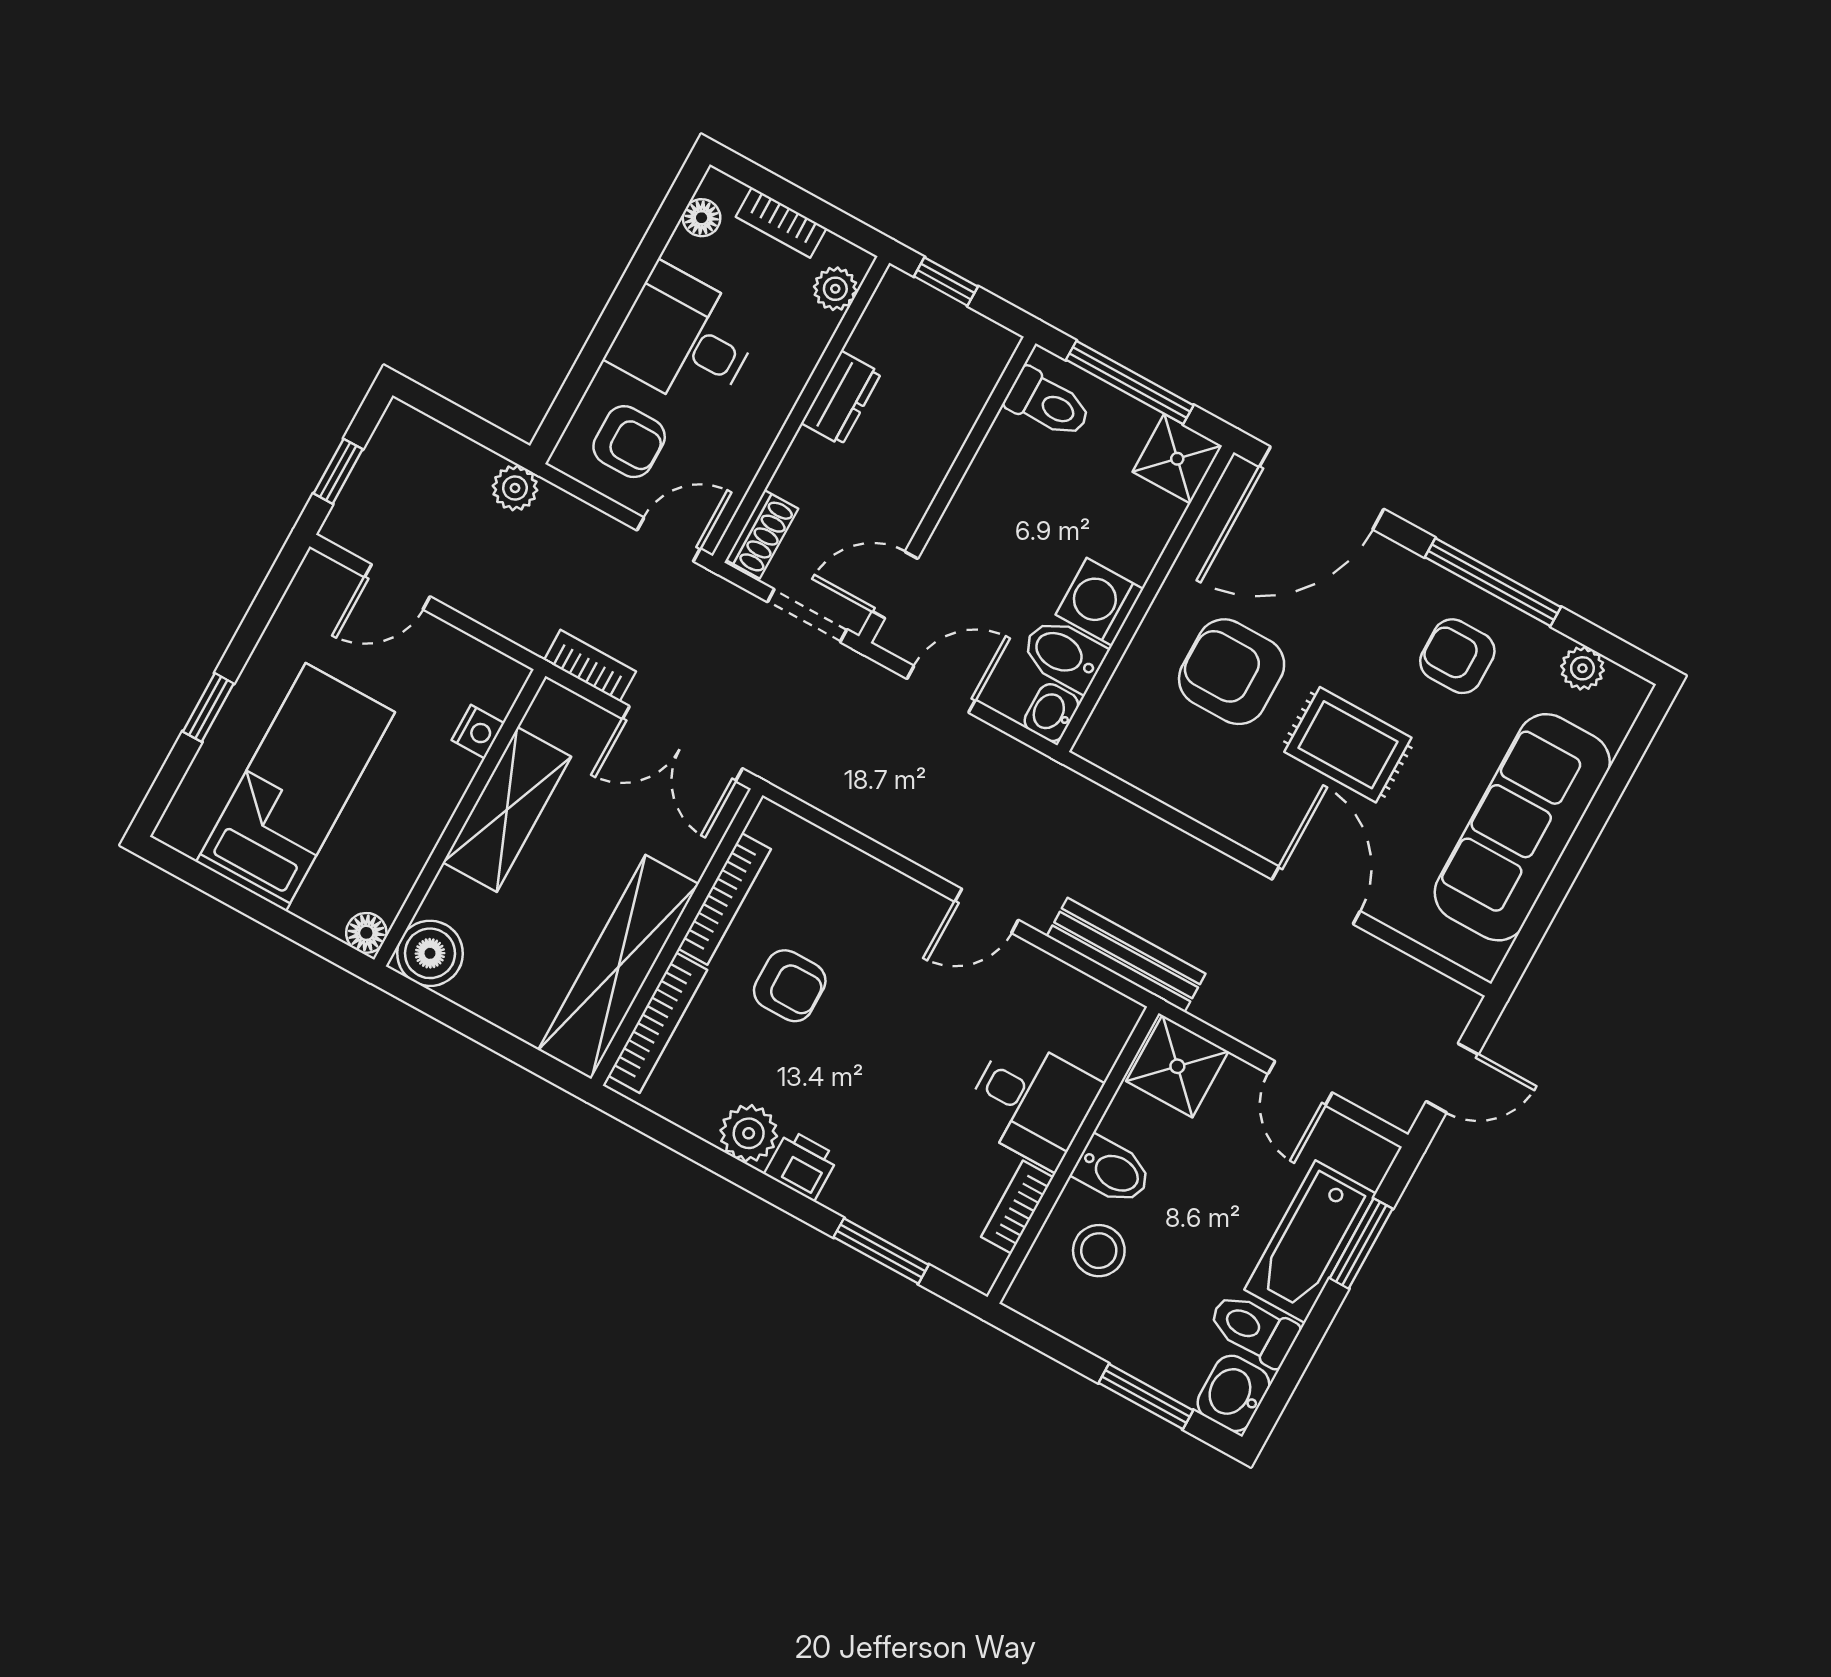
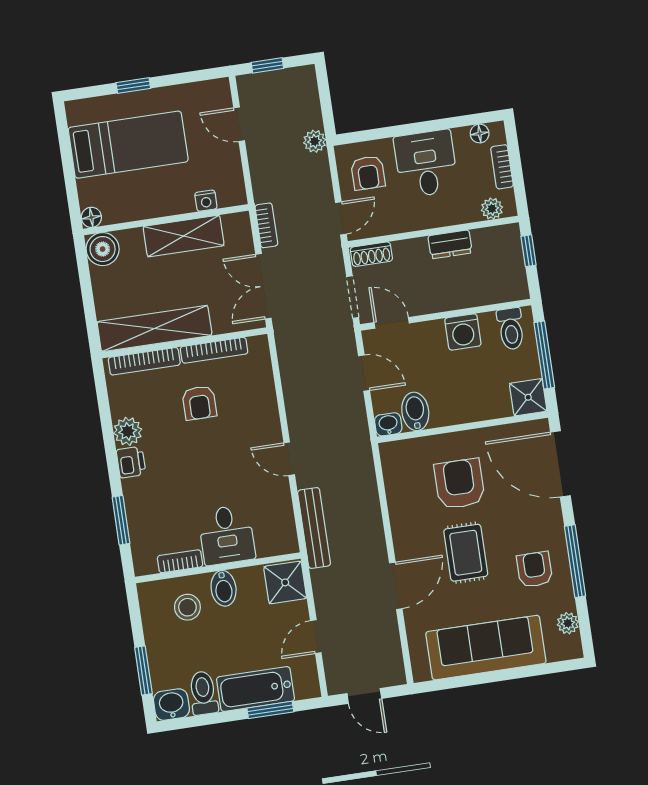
door: (669, 539) -> (341, 218), hinge flipped
washing machine: (1099, 602) -> (463, 332), moved, turned 180

